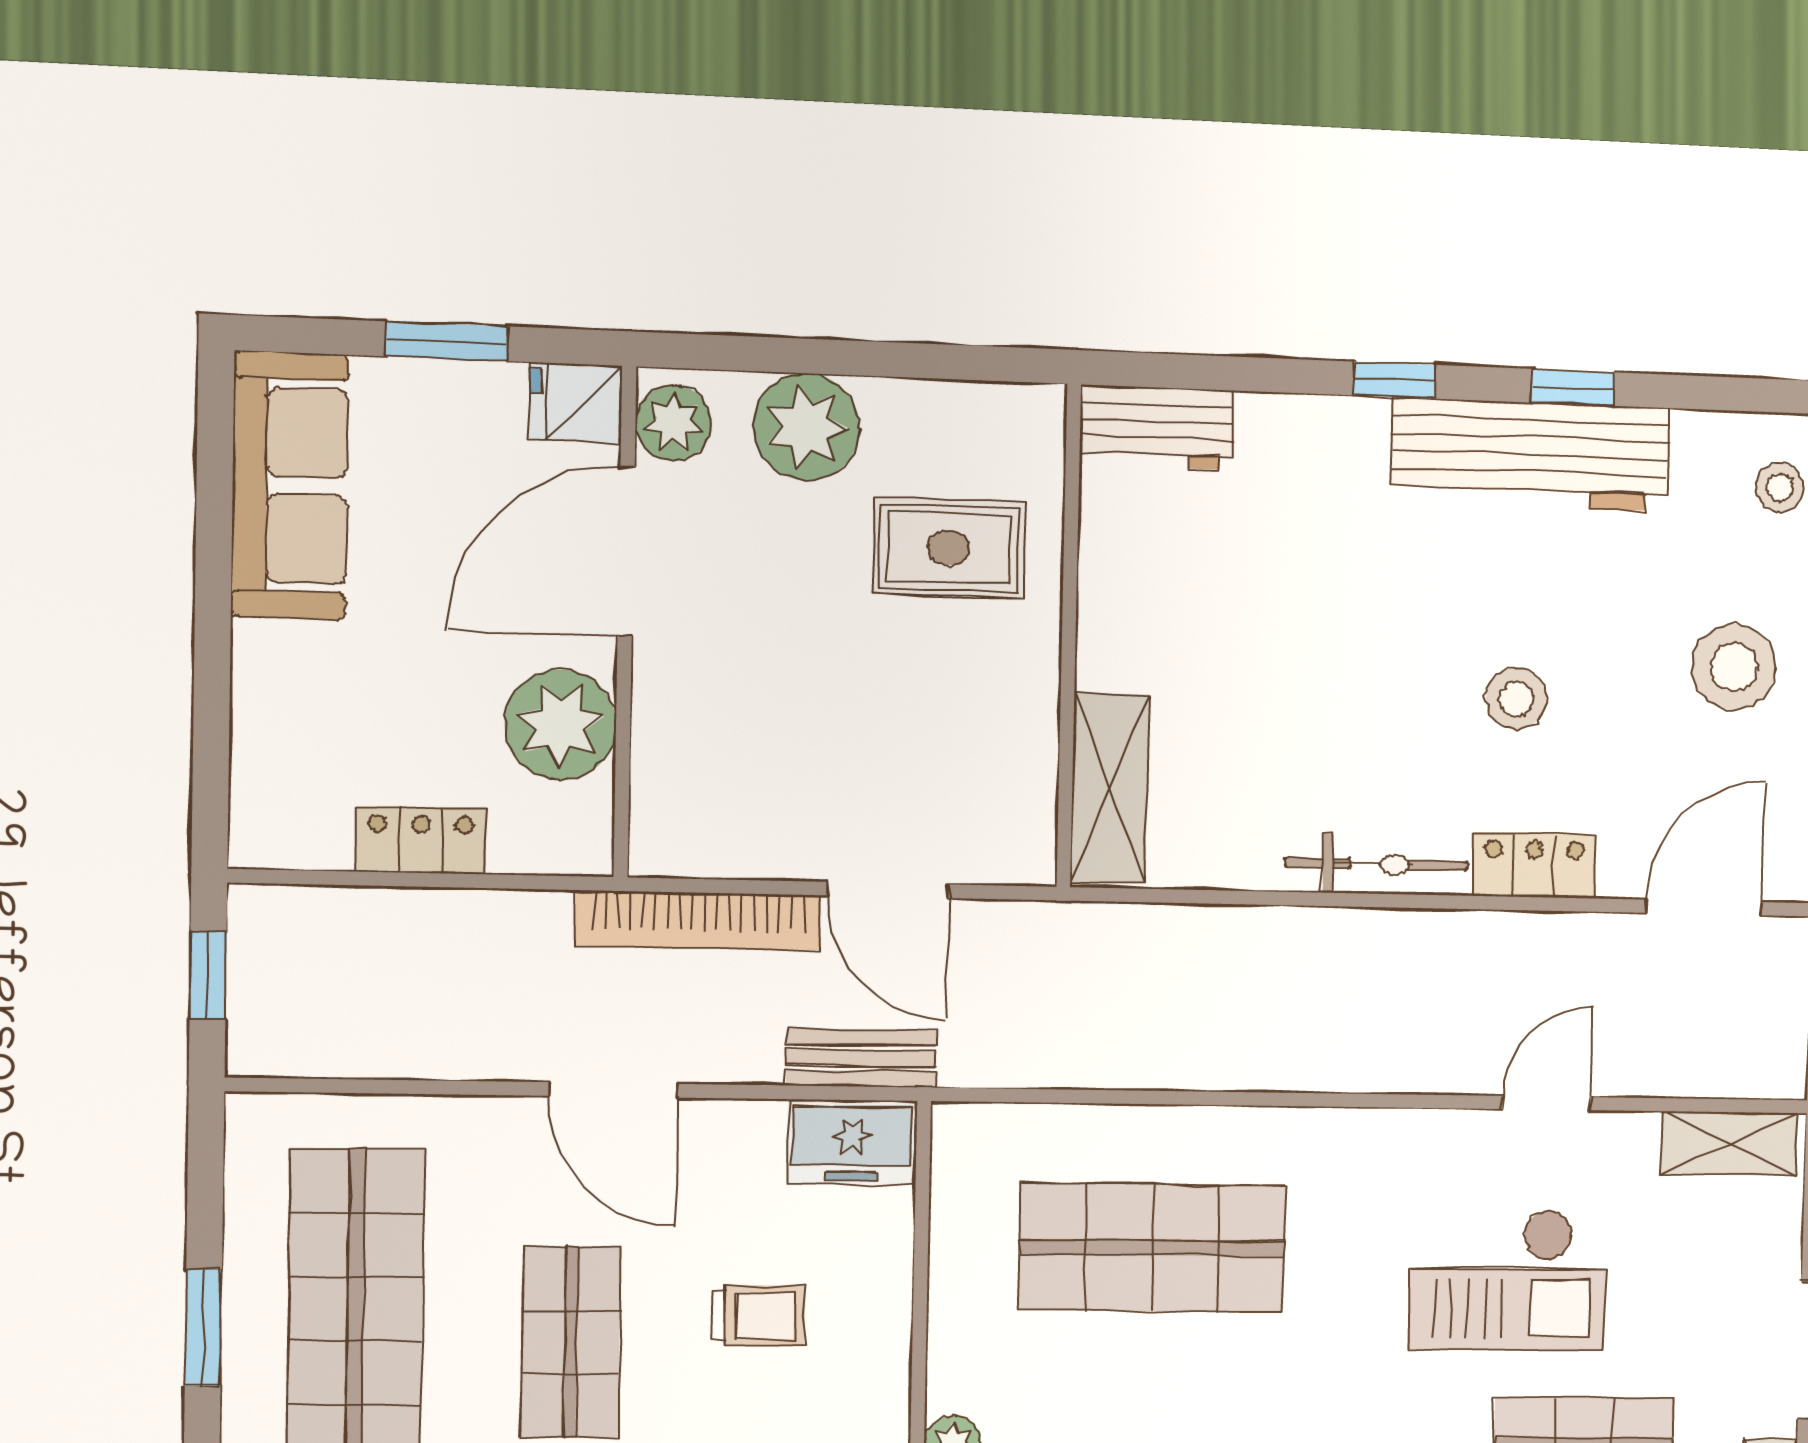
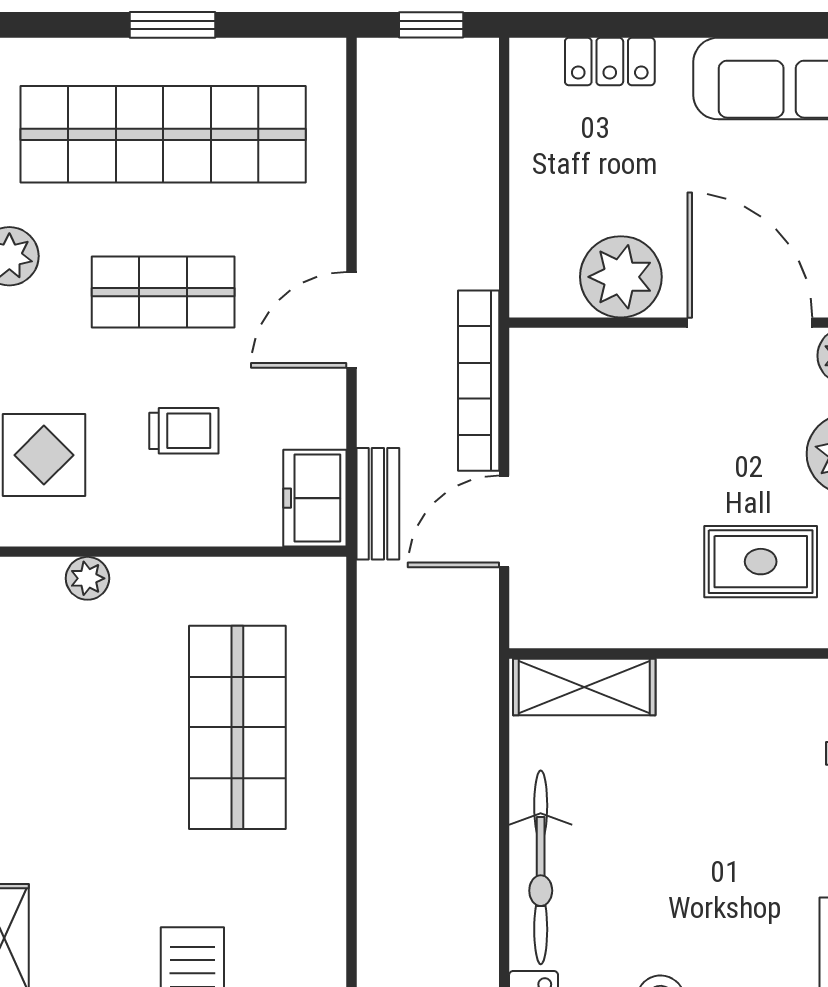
rug: (949, 548) -> (761, 562), turned 90
locker: (421, 840) -> (610, 62), moved, turned 90
bicycle: (1376, 864) -> (541, 867), width x1.37, depth x1.40
trolley: (759, 1316) -> (184, 431), turned -90

